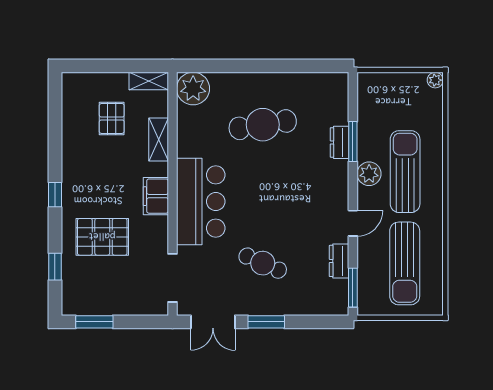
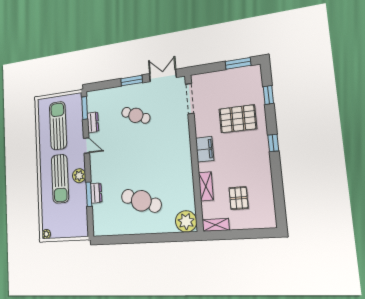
cafe table: (263, 125) -> (141, 201), turned 30
bar counter: (201, 202) -> (176, 149), removed
door: (353, 223) -> (86, 145), swing flipped

